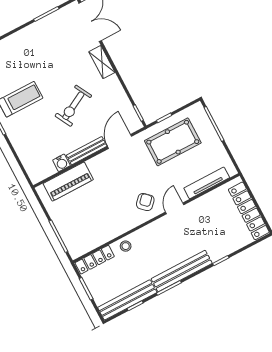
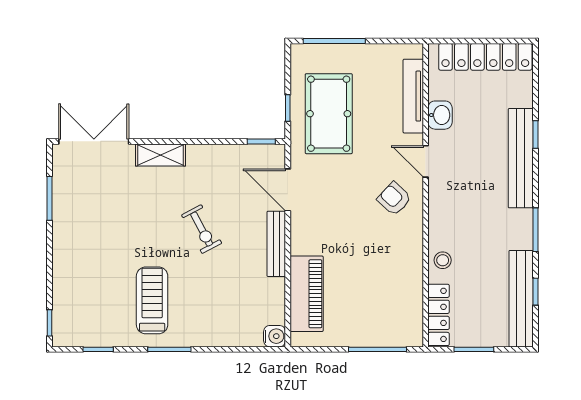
exercise bike: (73, 106) -> (202, 229), width x0.73, depth x0.72
water cooler: (61, 163) -> (275, 336), moved
washbasin: (204, 203) -> (440, 115), added
bench: (182, 271) -> (521, 158), moved

